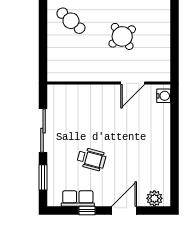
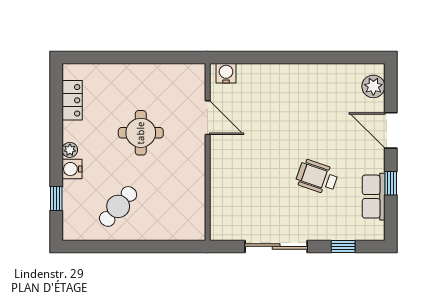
round table: (122, 36) -> (141, 133), turned 37
wheelchair: (91, 159) -> (317, 177), turned -86
window: (43, 177) -> (343, 246), width x0.67

